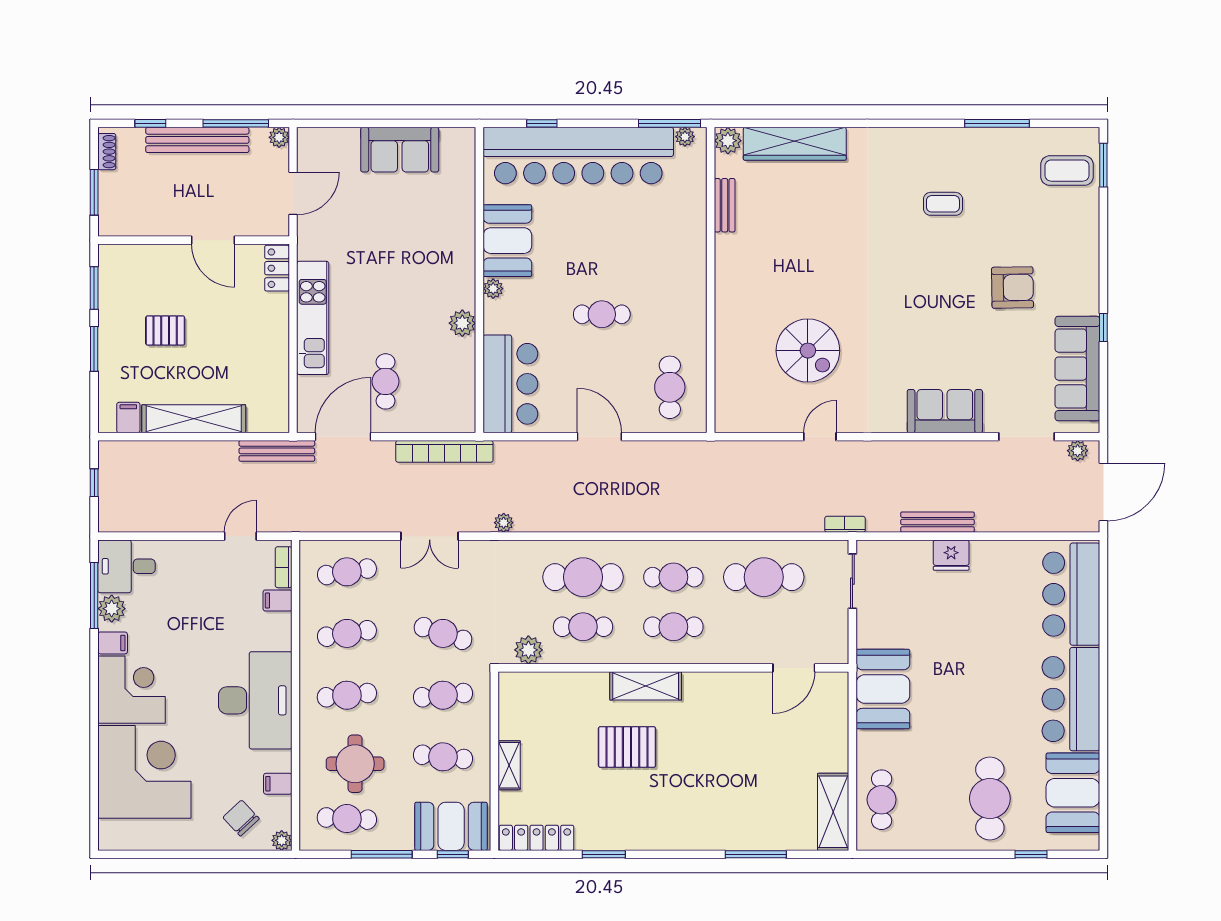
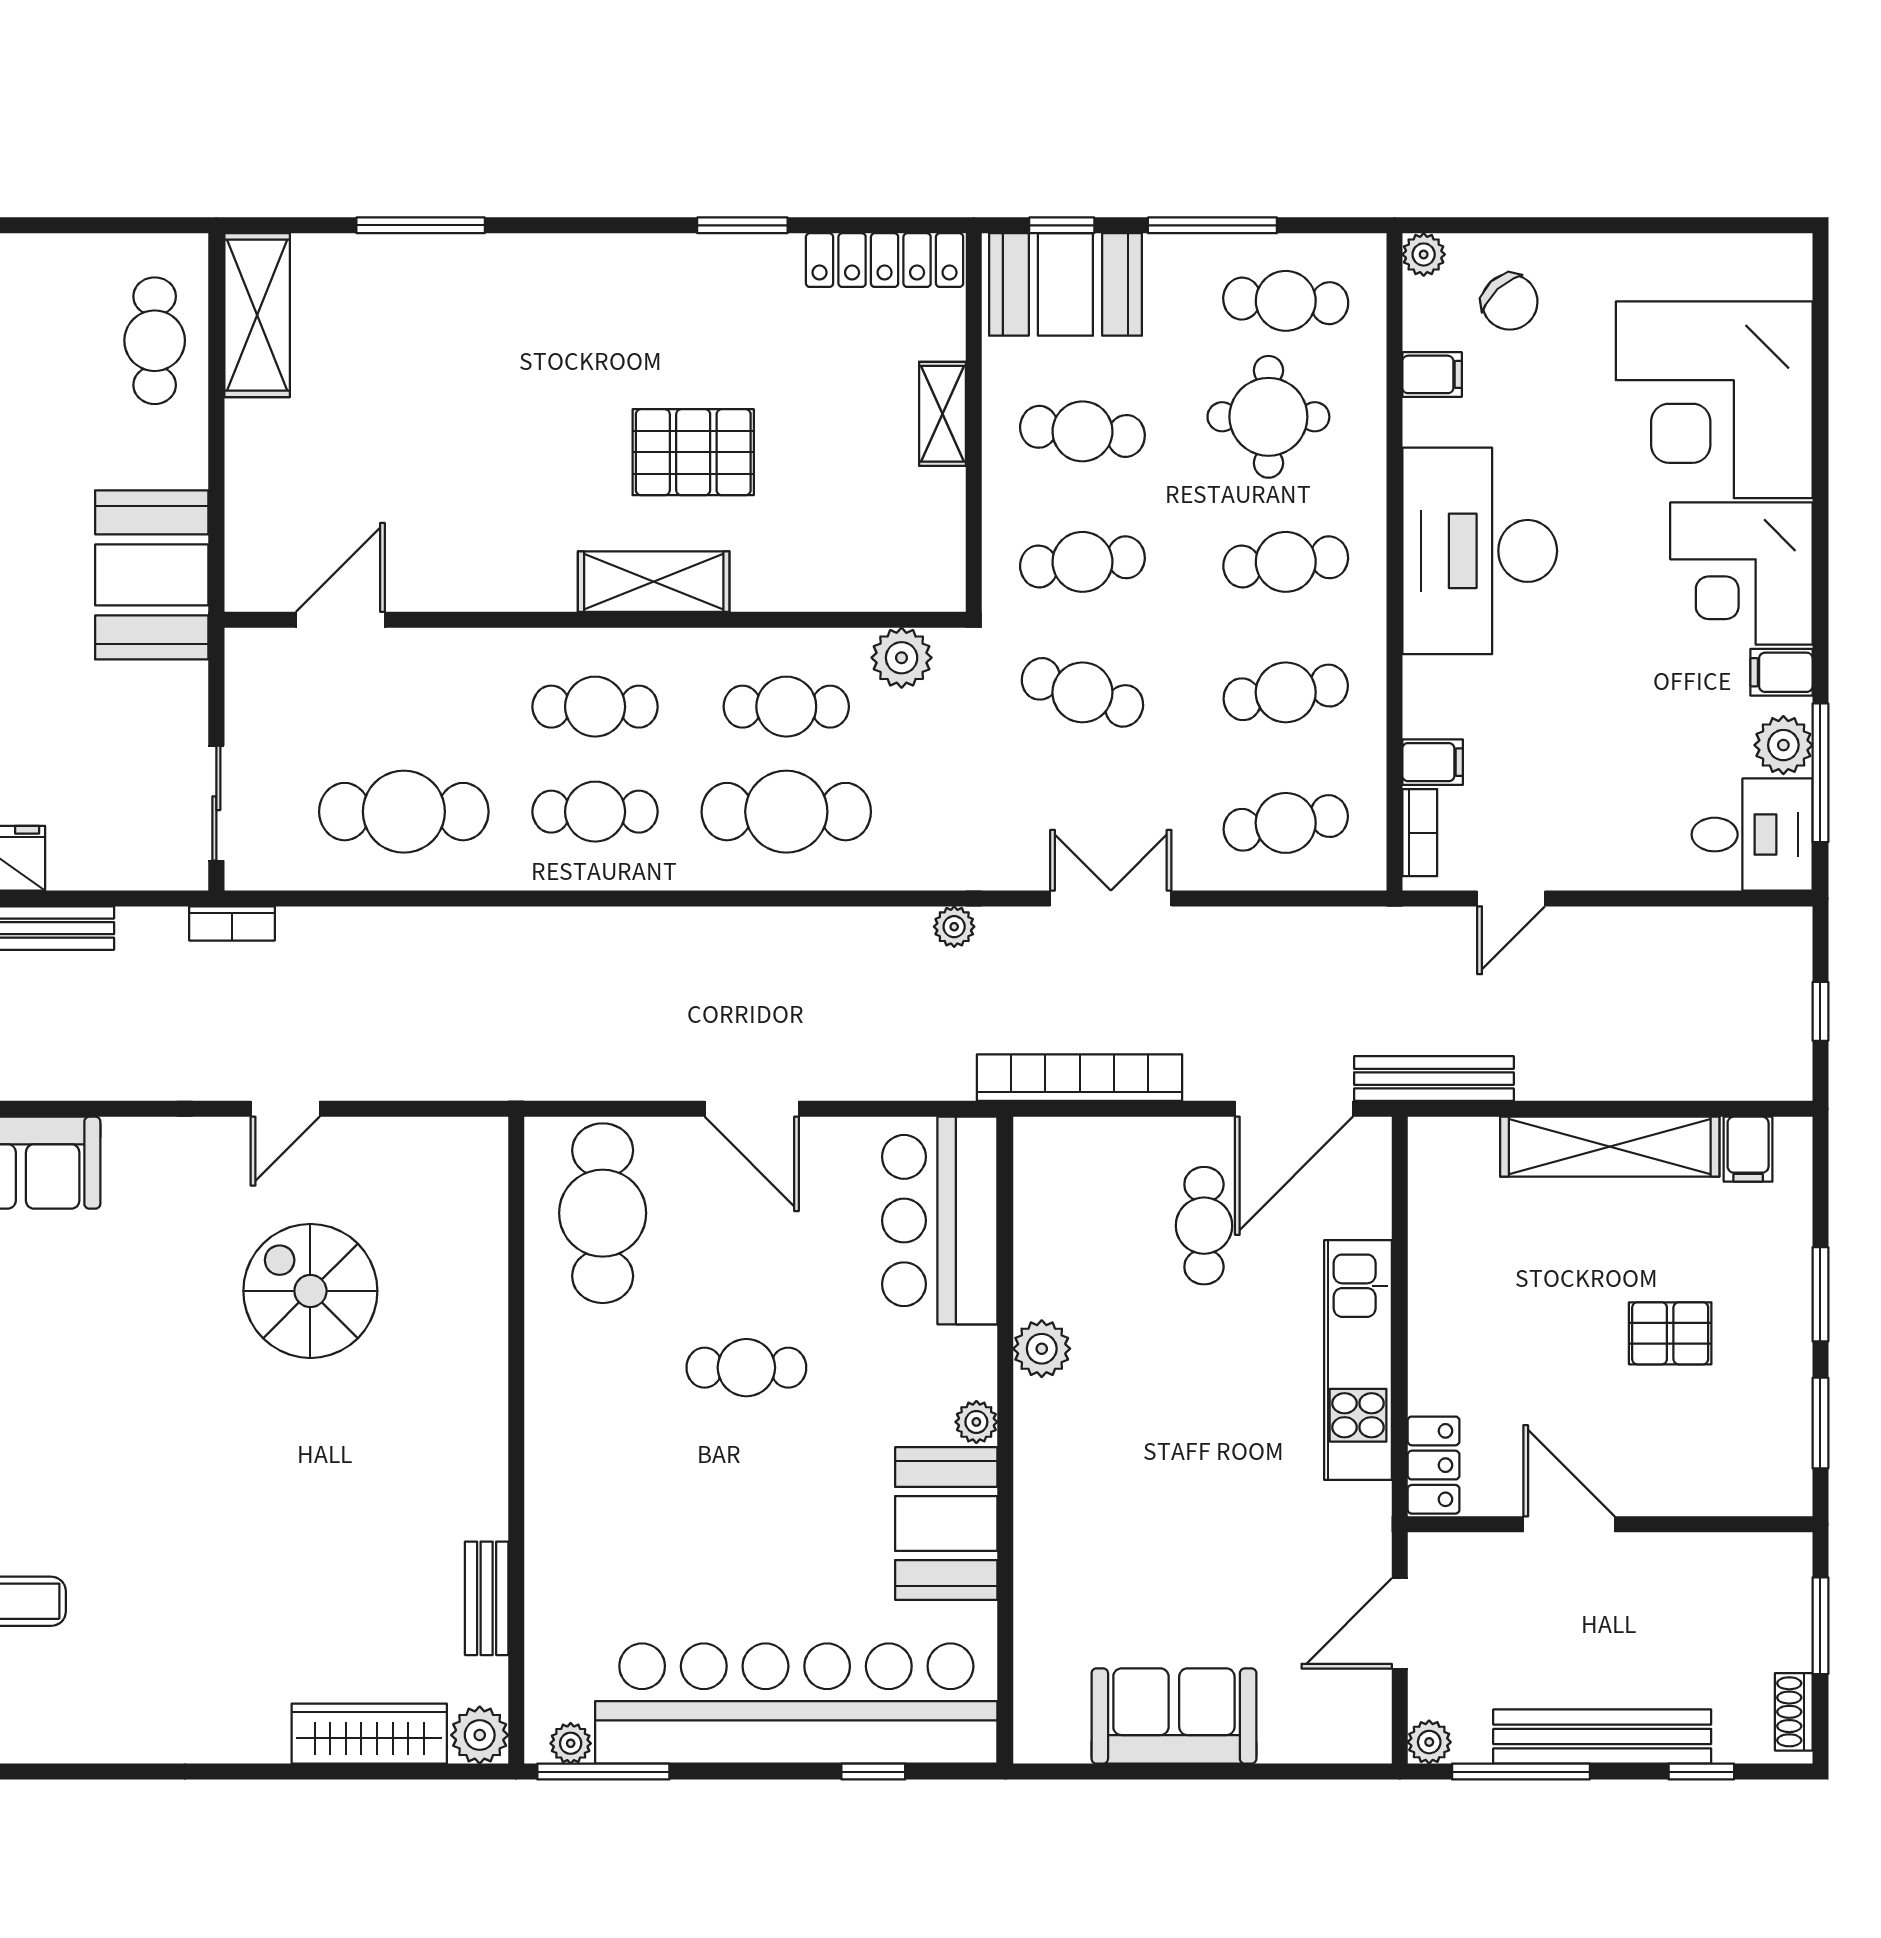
wardrobe: (795, 144) -> (369, 1734), width x0.71, depth x0.85
cafe table: (670, 387) -> (603, 1213), width x1.37, depth x1.35

